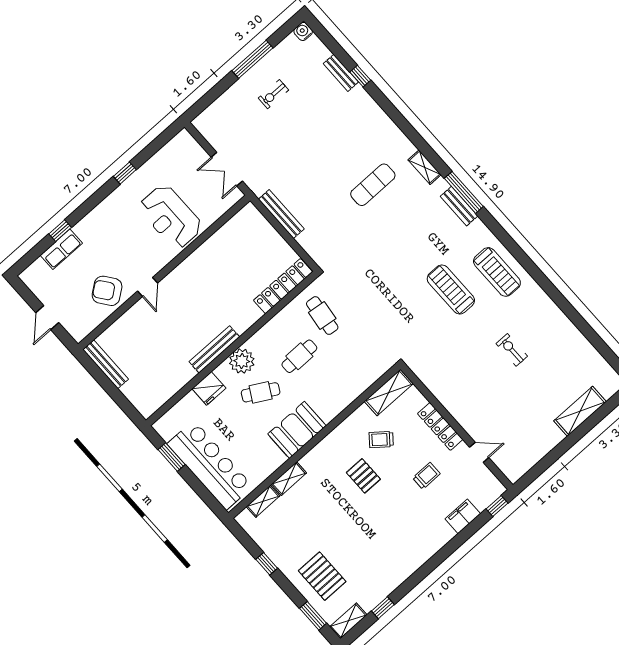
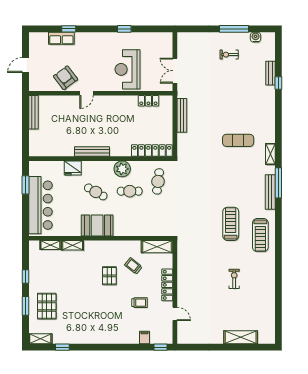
water cooler: (303, 31) -> (256, 37), moved
bench: (459, 206) -> (270, 192), width x1.36
locker: (227, 232) -> (148, 101), added
plant: (242, 361) -> (122, 169), moved
filing cabinet: (463, 516) -> (145, 338), width x0.50
window: (313, 616) -> (25, 306), moved

